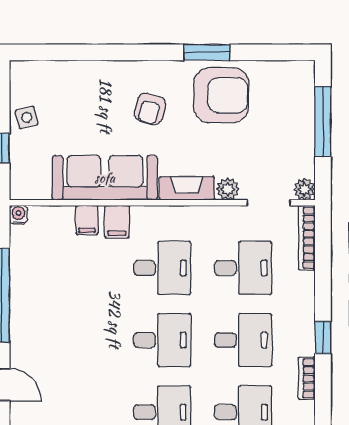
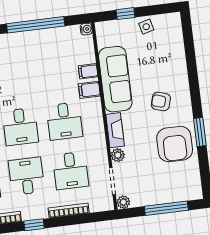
bookcase: (307, 238) -> (69, 210), moved
desk: (243, 340) -> (26, 176), turned 180

